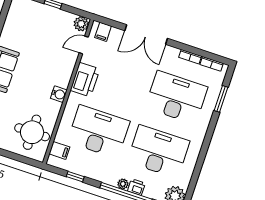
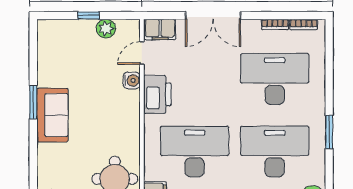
plant: (81, 24) -> (106, 29), moved
filing cabinet: (103, 32) -> (160, 29), width x2.00
water cooler: (59, 94) -> (132, 80), moved
window: (221, 99) -> (329, 132), moved

